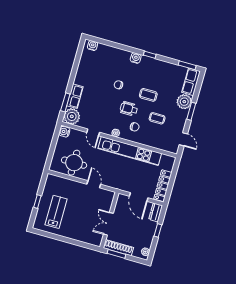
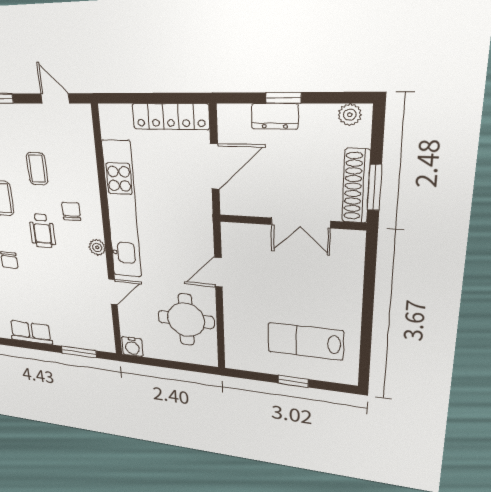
row of seats: (75, 96) -> (31, 332), moved
plant: (72, 116) -> (99, 337), removed
door: (183, 139) -> (55, 98), hinge flipped
dresser: (156, 212) -> (275, 116), moved

